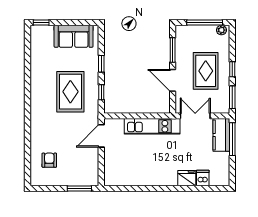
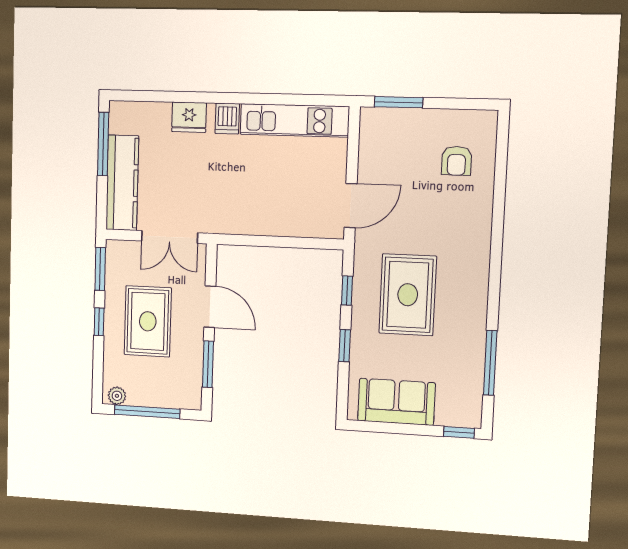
window: (27, 59) -> (490, 363), added
kitchen unit: (152, 126) -> (295, 120), moved, turned 180
kitchen counter: (221, 135) -> (122, 183), width x1.50
window: (232, 139) -> (103, 144), moved
dishwasher: (203, 178) -> (227, 119), moved

